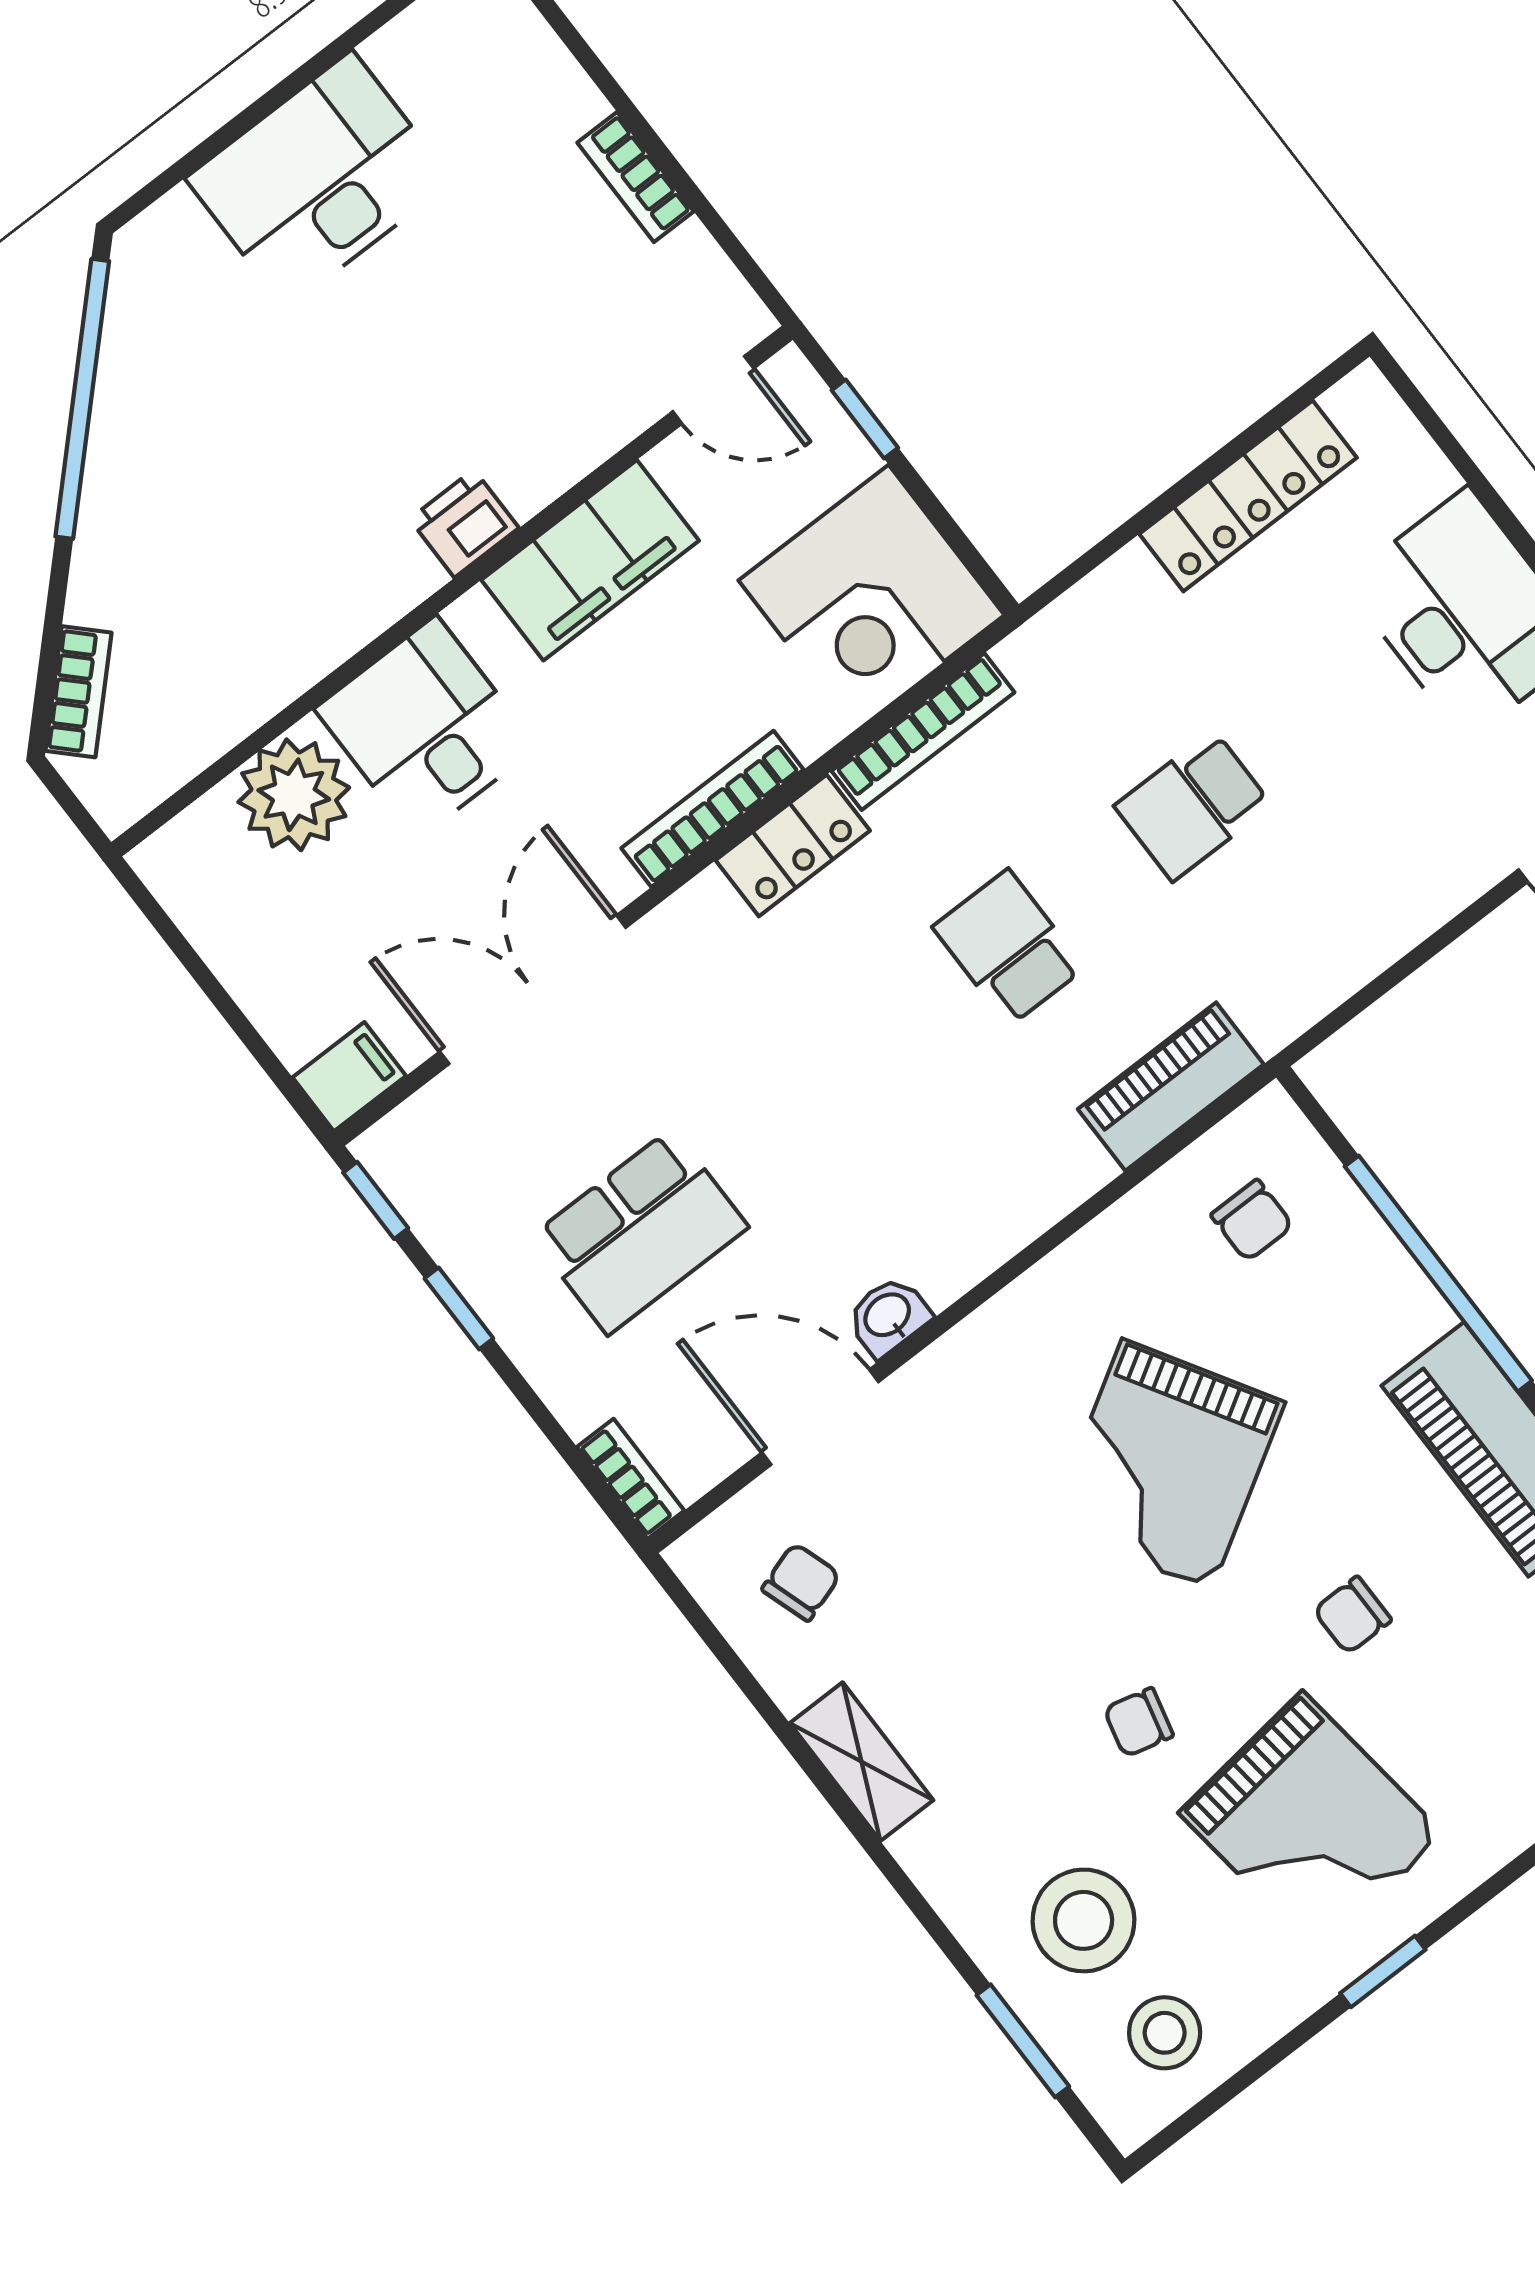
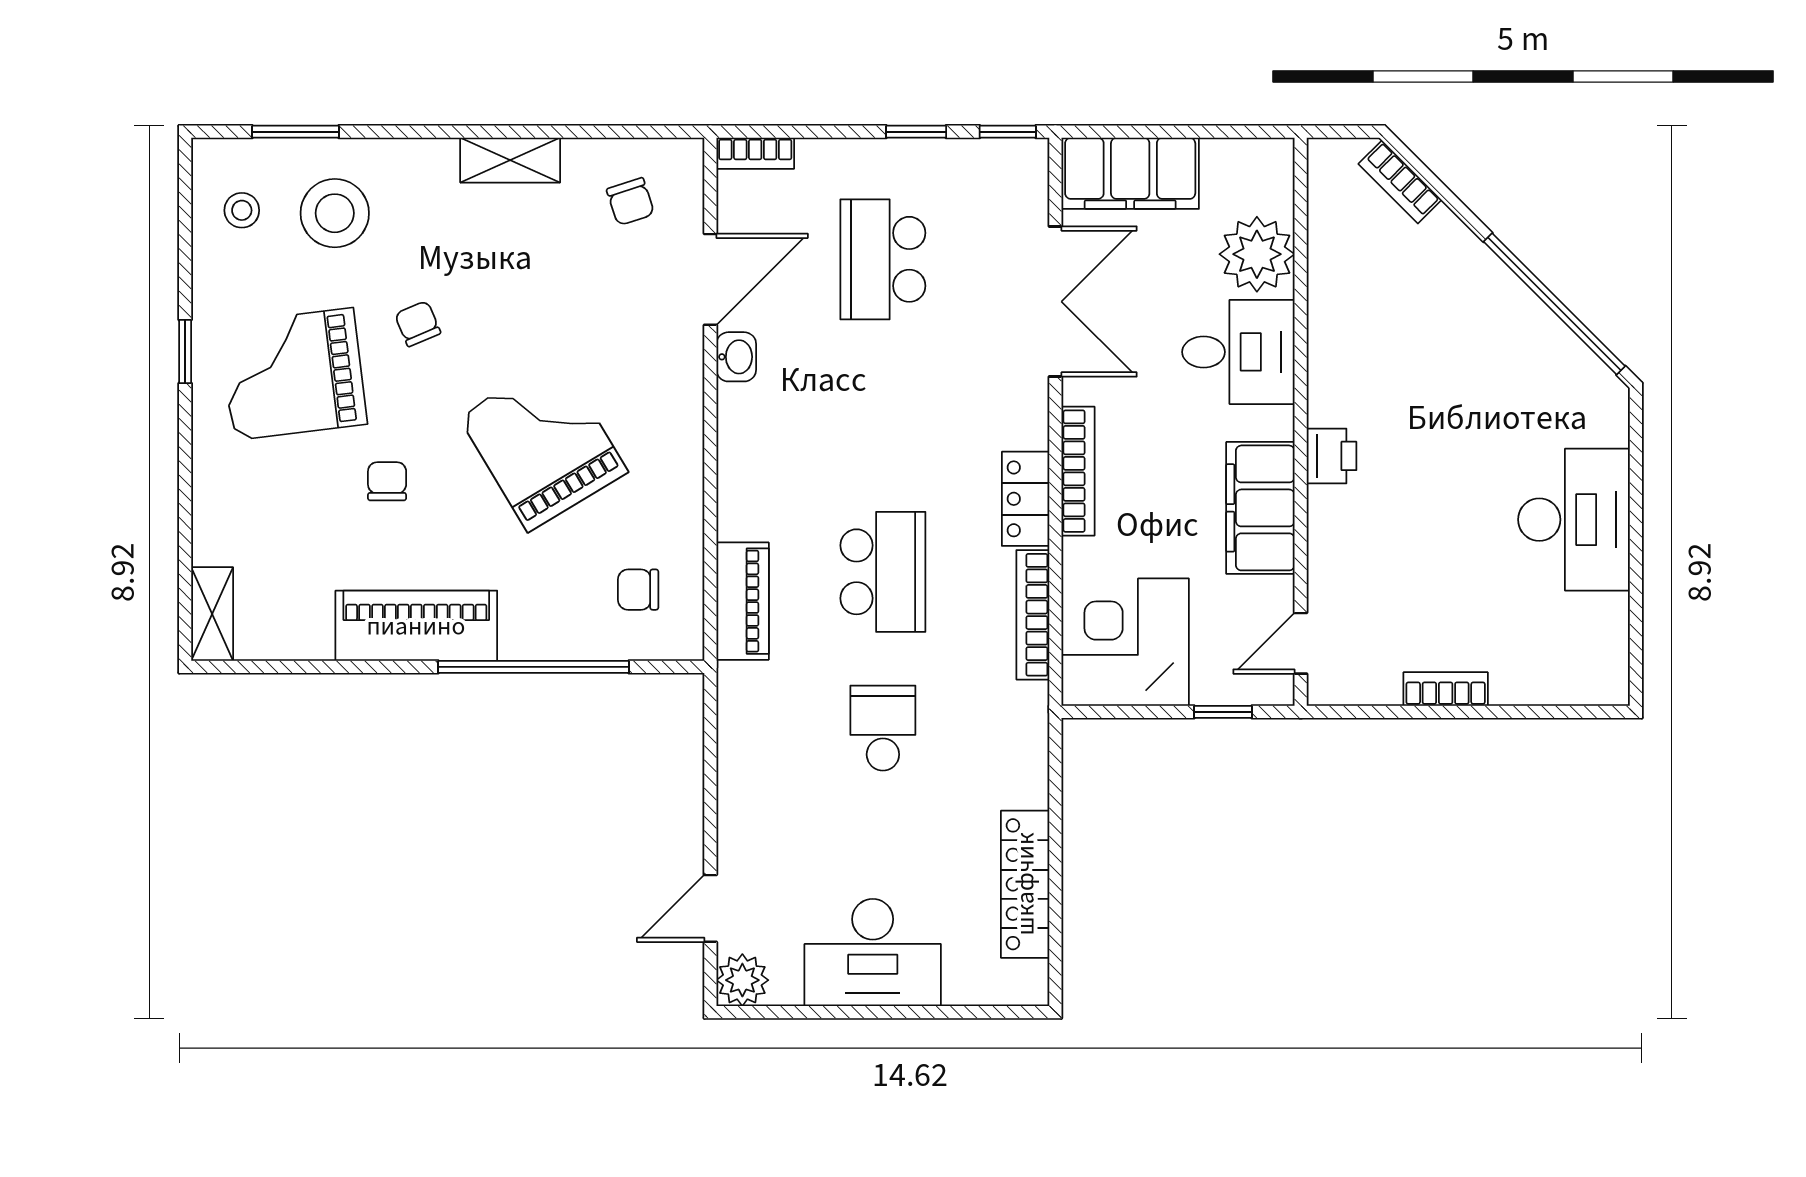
school desk: (1009, 948) -> (883, 572), width x1.85
filing cabinet: (349, 1077) -> (1130, 173), width x3.00, depth x1.17
chair: (1139, 1722) -> (418, 324), turned -37
stool: (1165, 2033) -> (242, 210), width x0.73, depth x0.73

